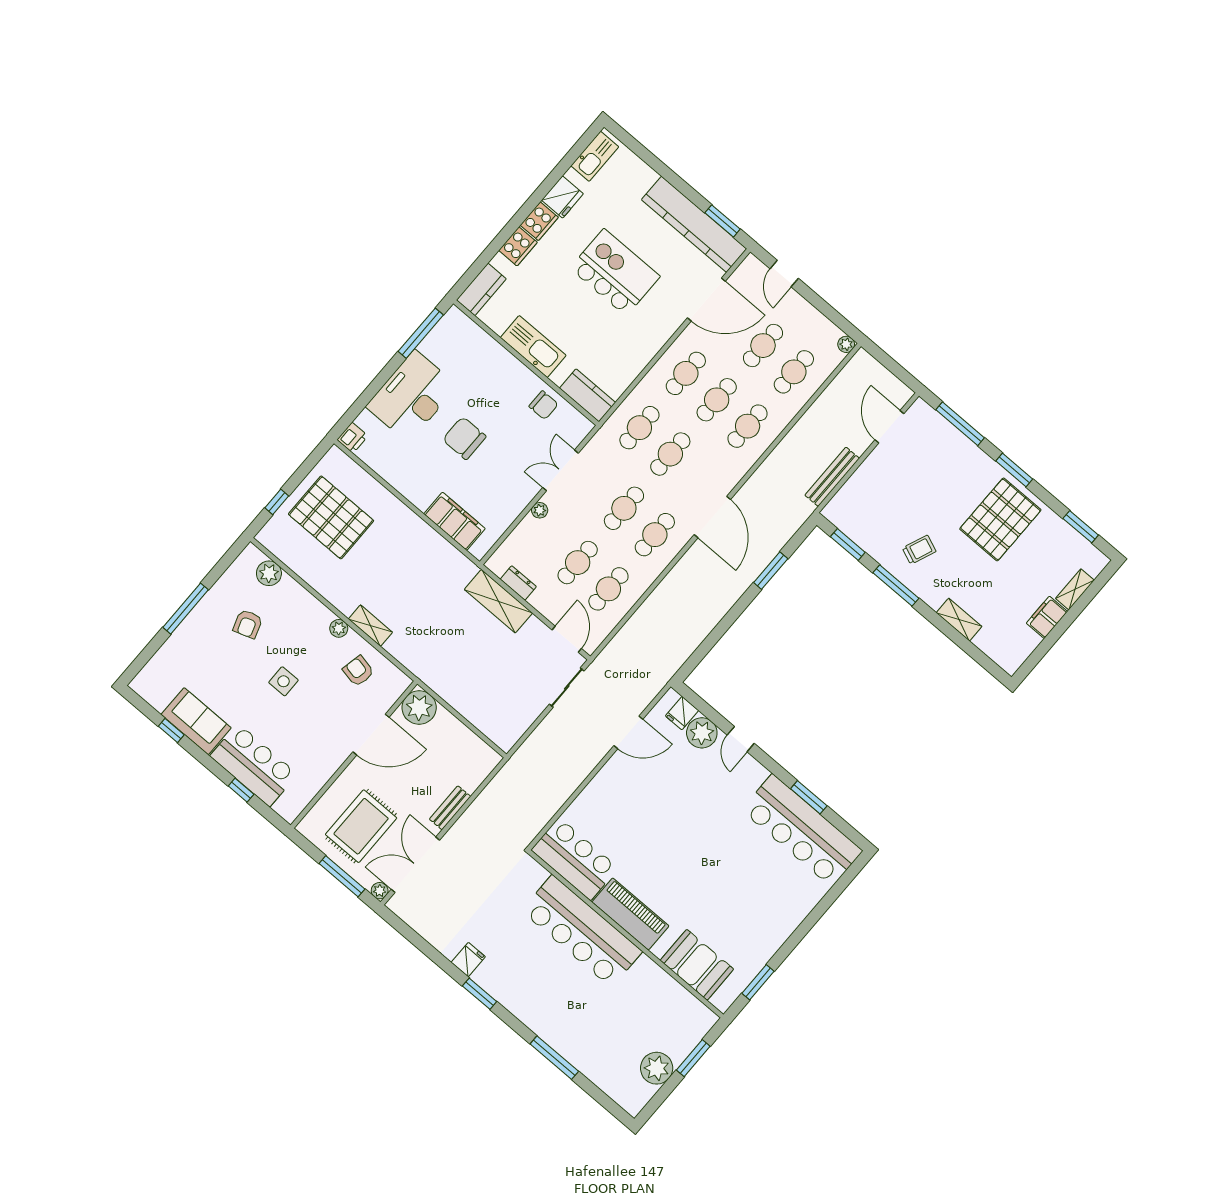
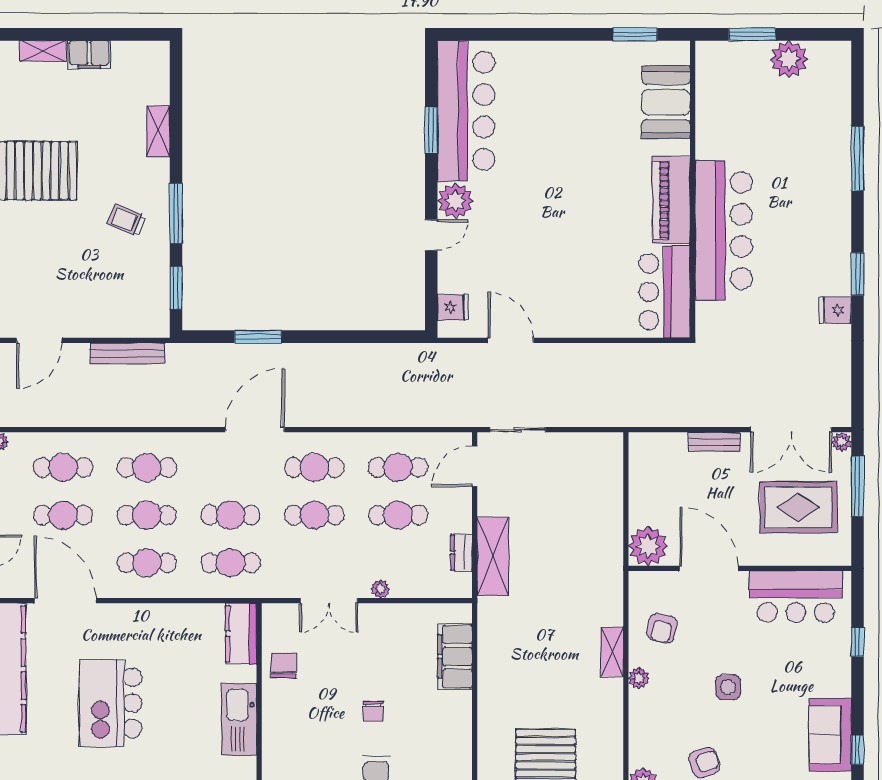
chair: (464, 438) -> (373, 711), width x0.54, depth x0.54
plant: (702, 733) -> (455, 201), moved
bar counter: (254, 765) -> (796, 597), moved, turned -90

